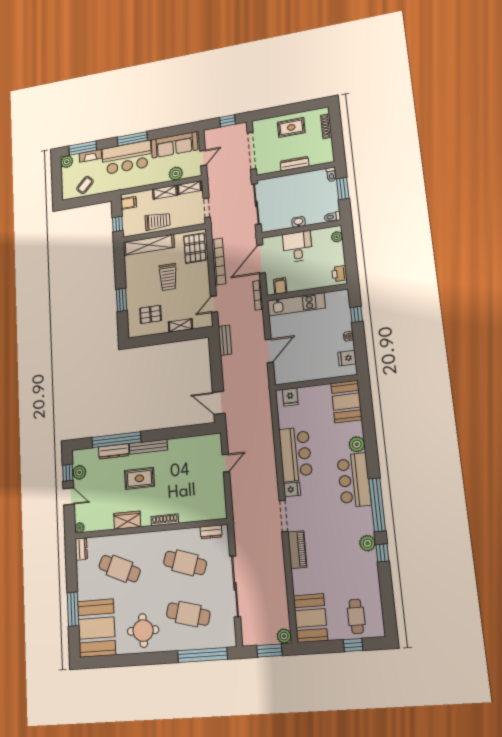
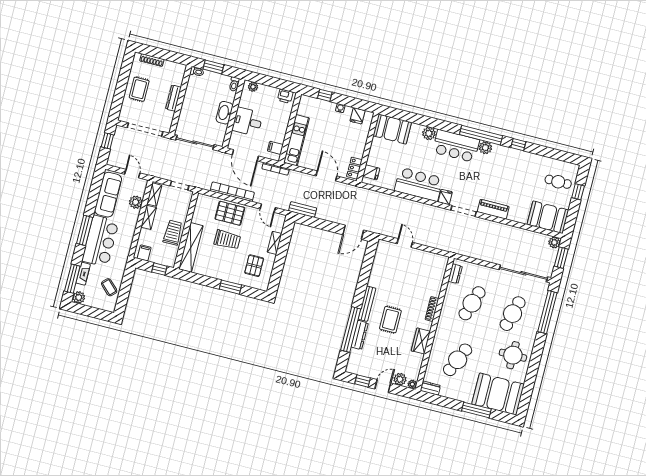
washbasin: (299, 222) -> (225, 113), width x1.91, depth x1.45
pallet: (195, 248) -> (230, 213), moved
locker: (288, 377) -> (354, 168), added
plant: (79, 472) -> (400, 379), moved
plant: (367, 543) -> (485, 148), moved
sliding door: (235, 586) -> (523, 273), moved

